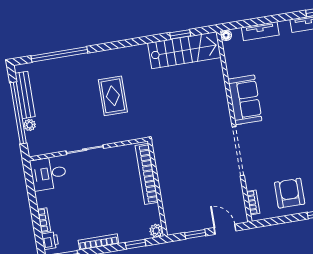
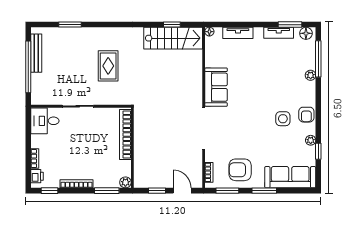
window: (59, 54) -> (70, 25), width x0.47
plant: (30, 125) -> (36, 79), removed
armchair: (290, 193) -> (240, 170), turned -90
window: (279, 220) -> (227, 191), added
window: (136, 244) -> (107, 191), width x1.50

